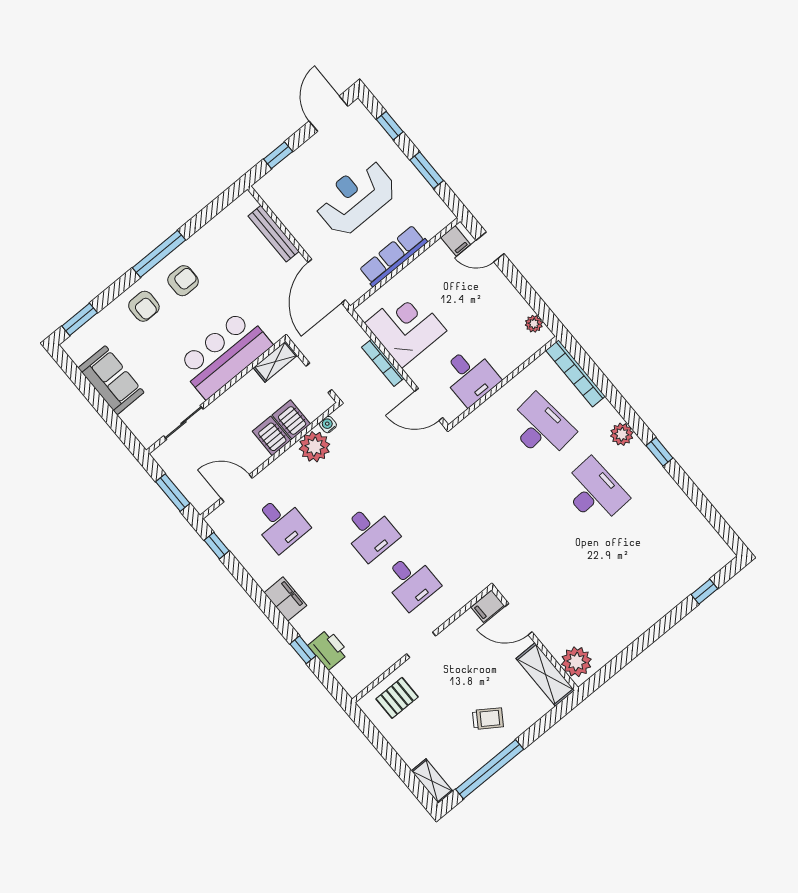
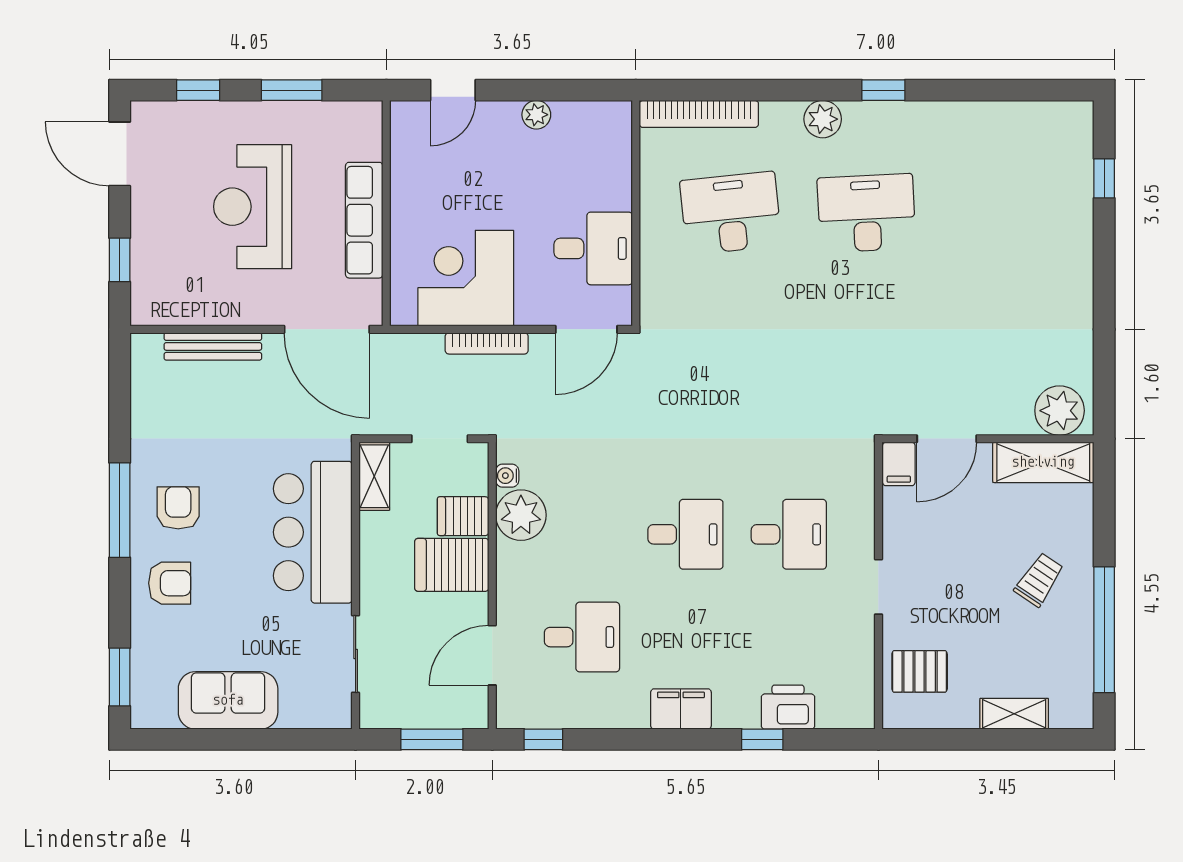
filing cabinet: (456, 241) -> (410, 127), removed
plant: (534, 324) -> (536, 115), moved
server rack: (271, 436) -> (452, 565), width x1.36, depth x1.44
pallet: (397, 698) -> (920, 671), turned 90
shelving: (432, 781) -> (1014, 714), moved

